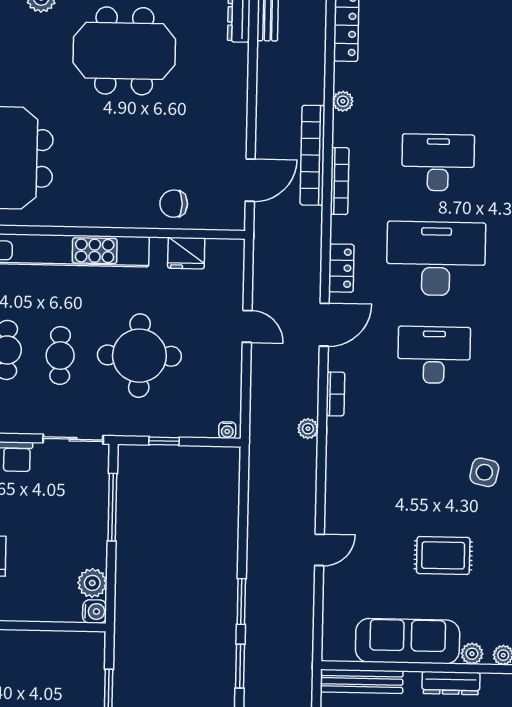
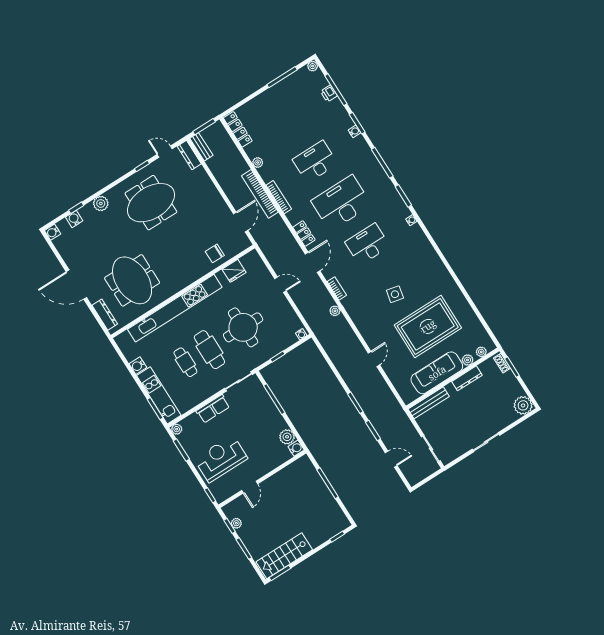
cafe table: (60, 356) -> (209, 350), width x1.37, depth x1.35
side table: (484, 472) -> (395, 294), moved
rug: (443, 555) -> (428, 326), width x1.86, depth x2.06

